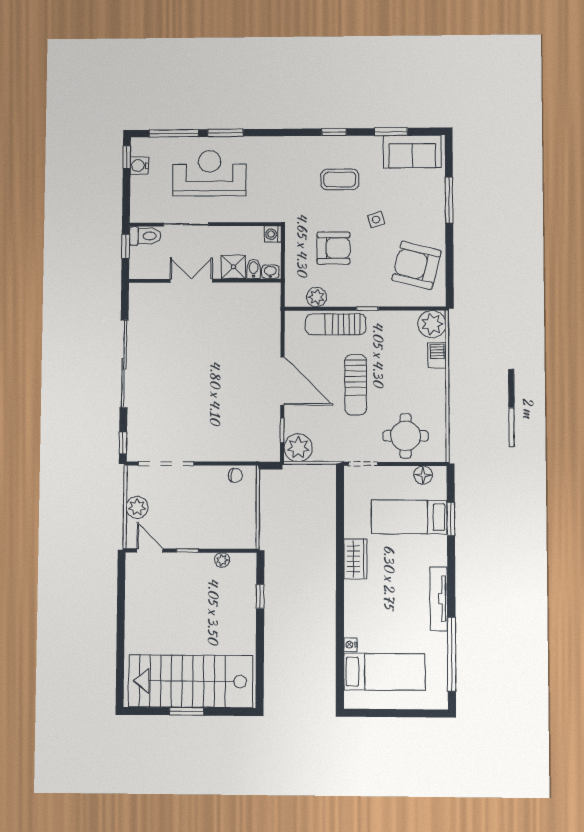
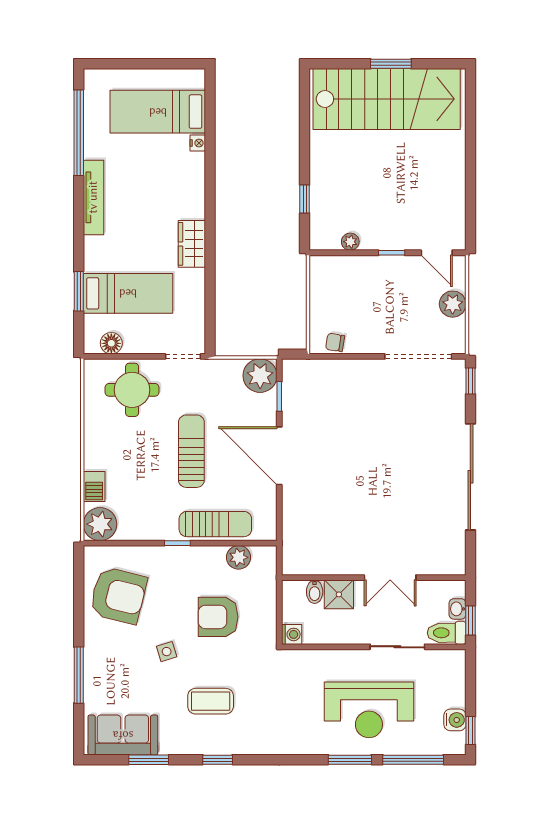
washbasin: (270, 272) -> (457, 609), moved, turned 90

